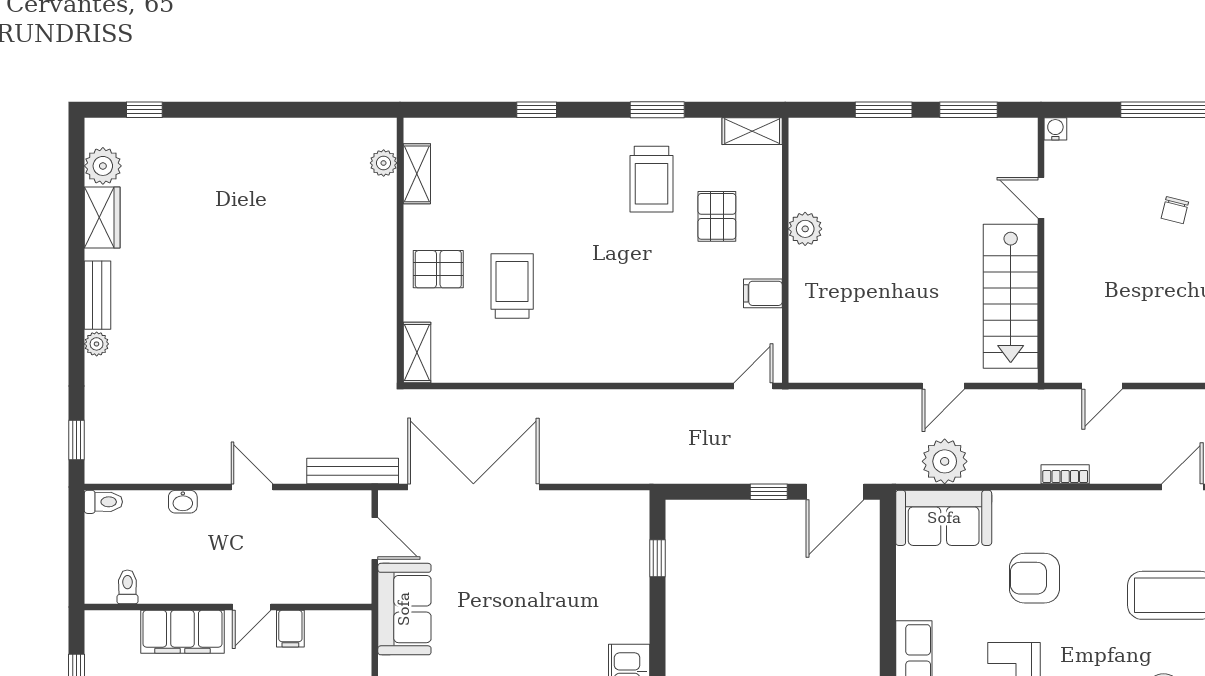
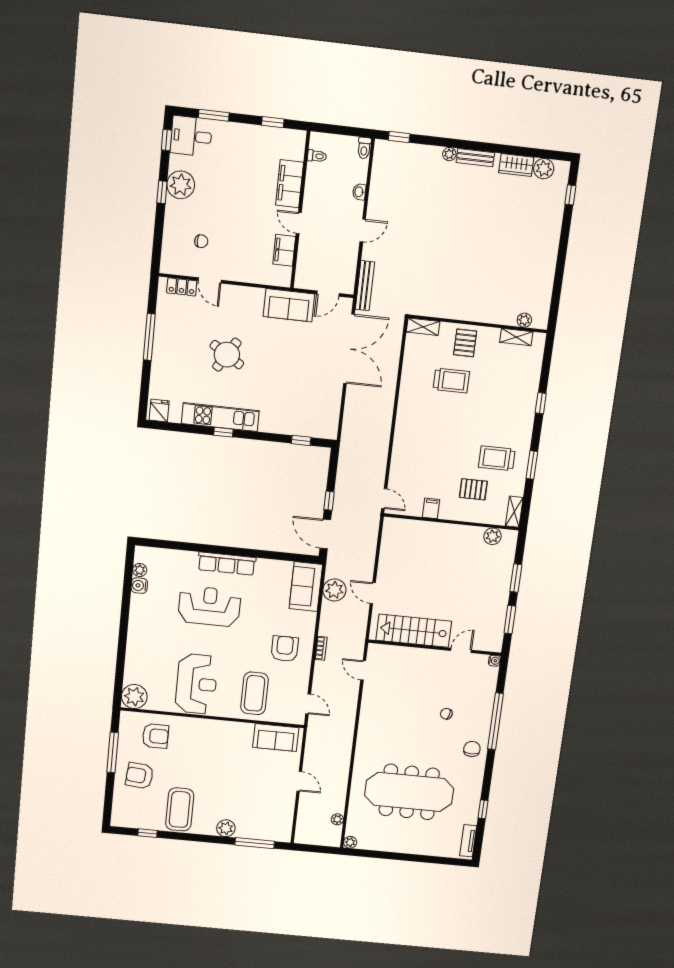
plant: (805, 229) -> (492, 536), moved
armchair: (1034, 578) -> (285, 649), moved
filing cabinet: (290, 629) -> (284, 250), width x2.00

